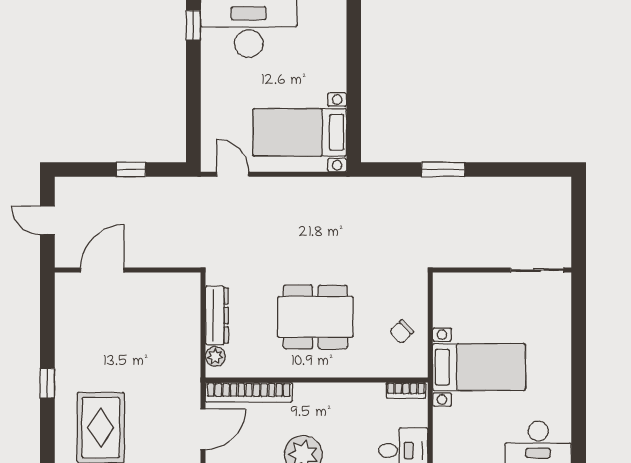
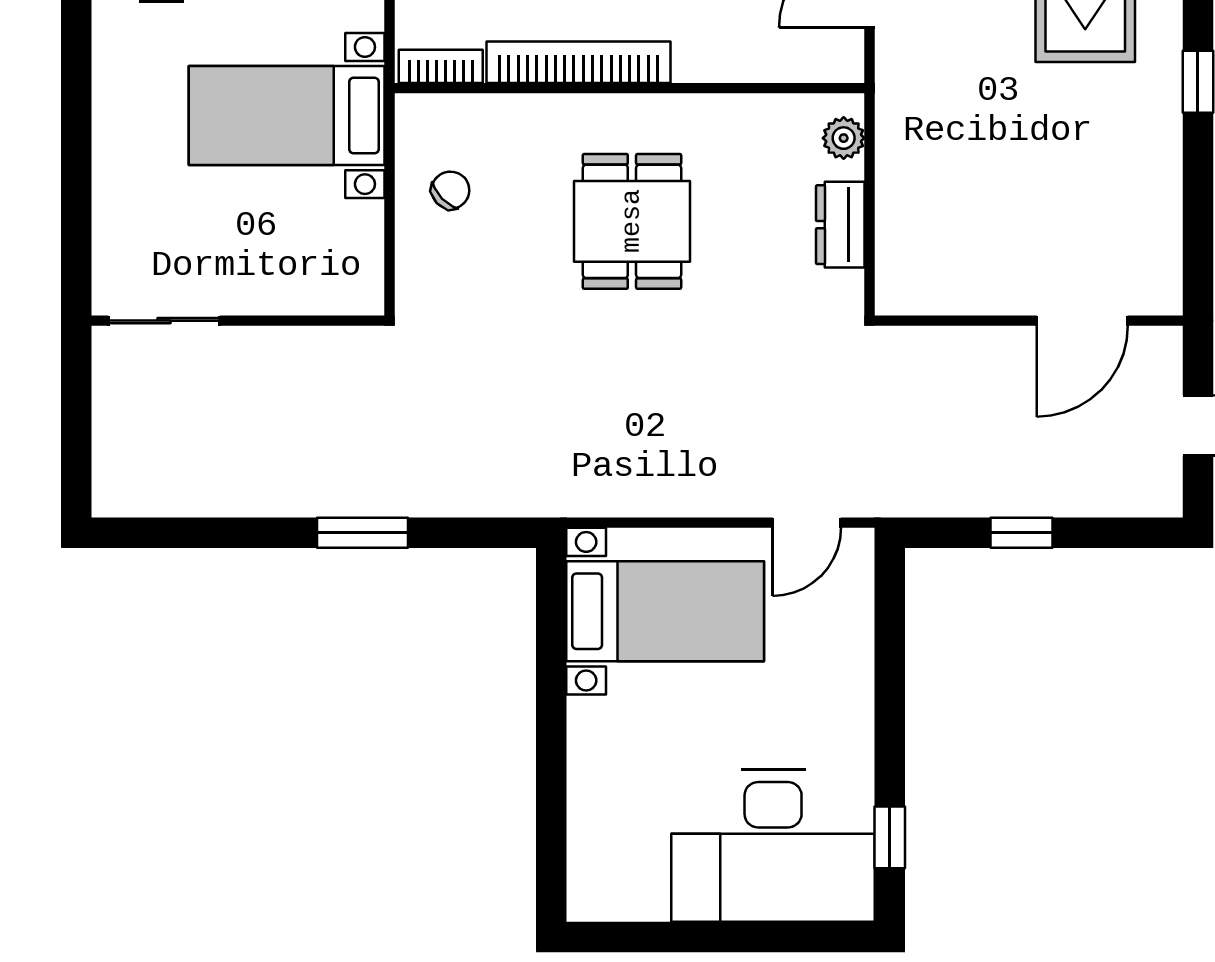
door: (233, 174) -> (807, 523), hinge flipped
dresser: (217, 315) -> (840, 225), width x0.70
dining table: (315, 317) -> (632, 221), width x0.73
bookcase: (249, 392) -> (579, 62), moved

